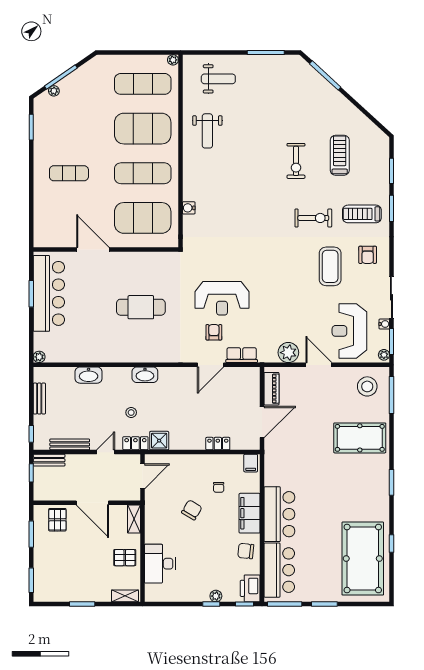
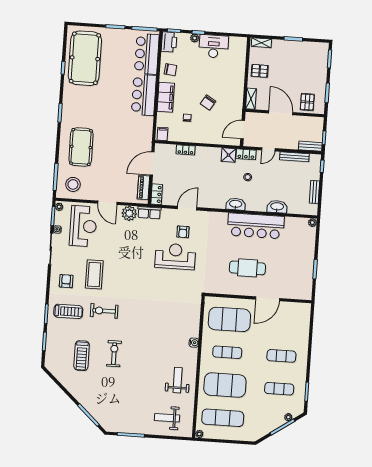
exercise mat: (69, 129) -> (279, 389), added
exercise mat: (143, 173) -> (227, 352), width x0.73, depth x0.69
water cooler: (189, 208) -> (194, 343), moved
door: (93, 249) -> (268, 299), hinge flipped
bar counter: (49, 293) -> (256, 226), moved, turned -90
cafe table: (141, 307) -> (247, 268), moved
row of seats: (242, 355) -> (149, 213), moved
locker: (253, 381) -> (157, 194), added
pool table: (360, 438) -> (81, 147), turned 90
desk: (160, 564) -> (214, 46), moved, turned -90

